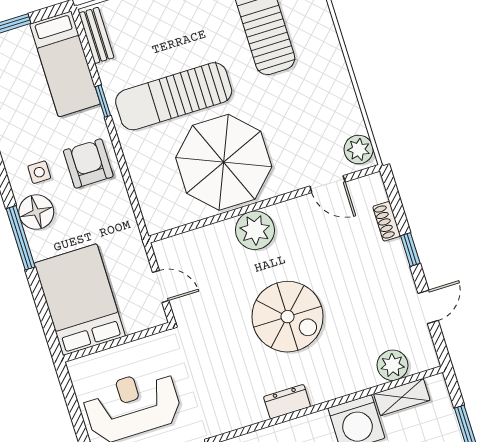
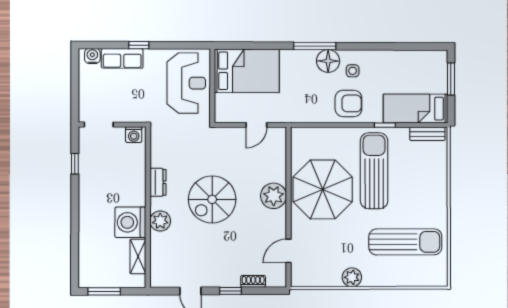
plant: (359, 150) -> (352, 277), moved
bed: (80, 300) -> (247, 71), moved
wall: (117, 342) -> (212, 86), moved
plant: (392, 365) -> (160, 221), moved

